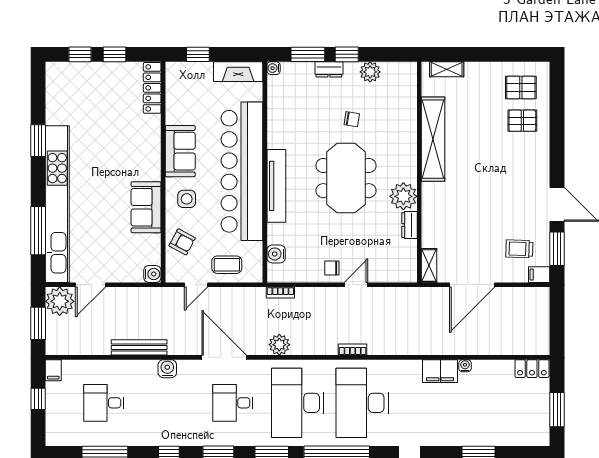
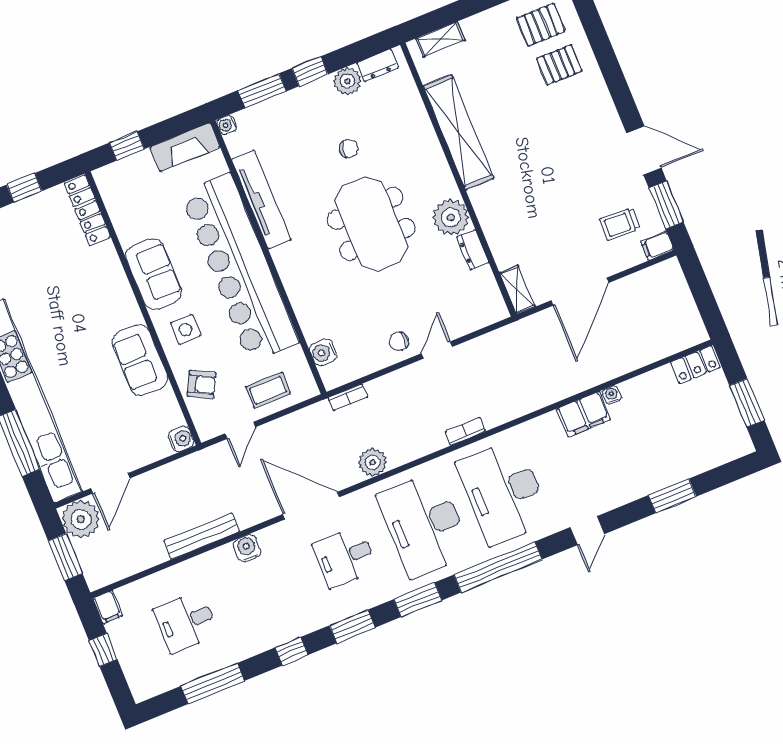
dresser: (329, 69) -> (378, 65), moved
tv unit: (276, 186) -> (261, 199), moved

